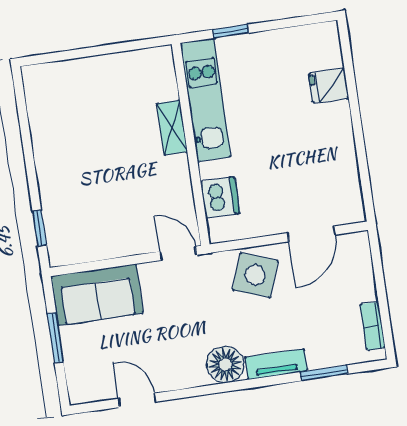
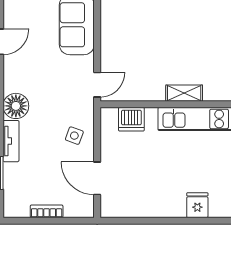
side table: (255, 275) -> (74, 136), width x0.54, depth x0.54
bookcase: (373, 326) -> (47, 211), moved

